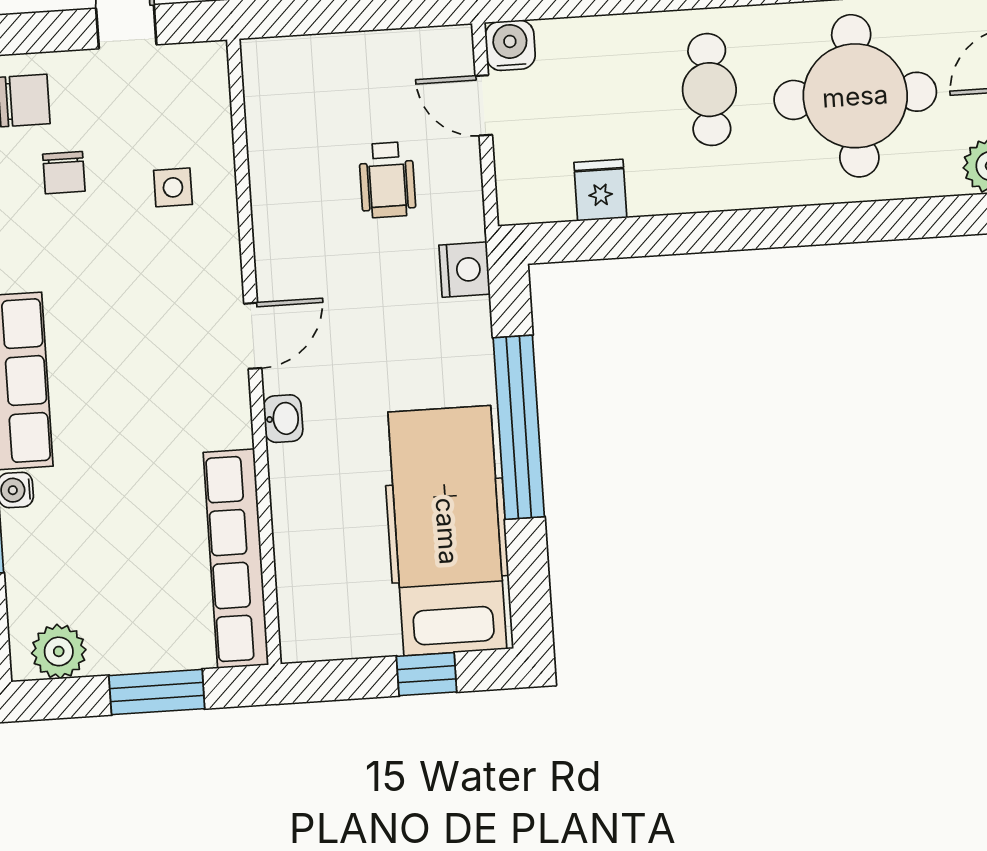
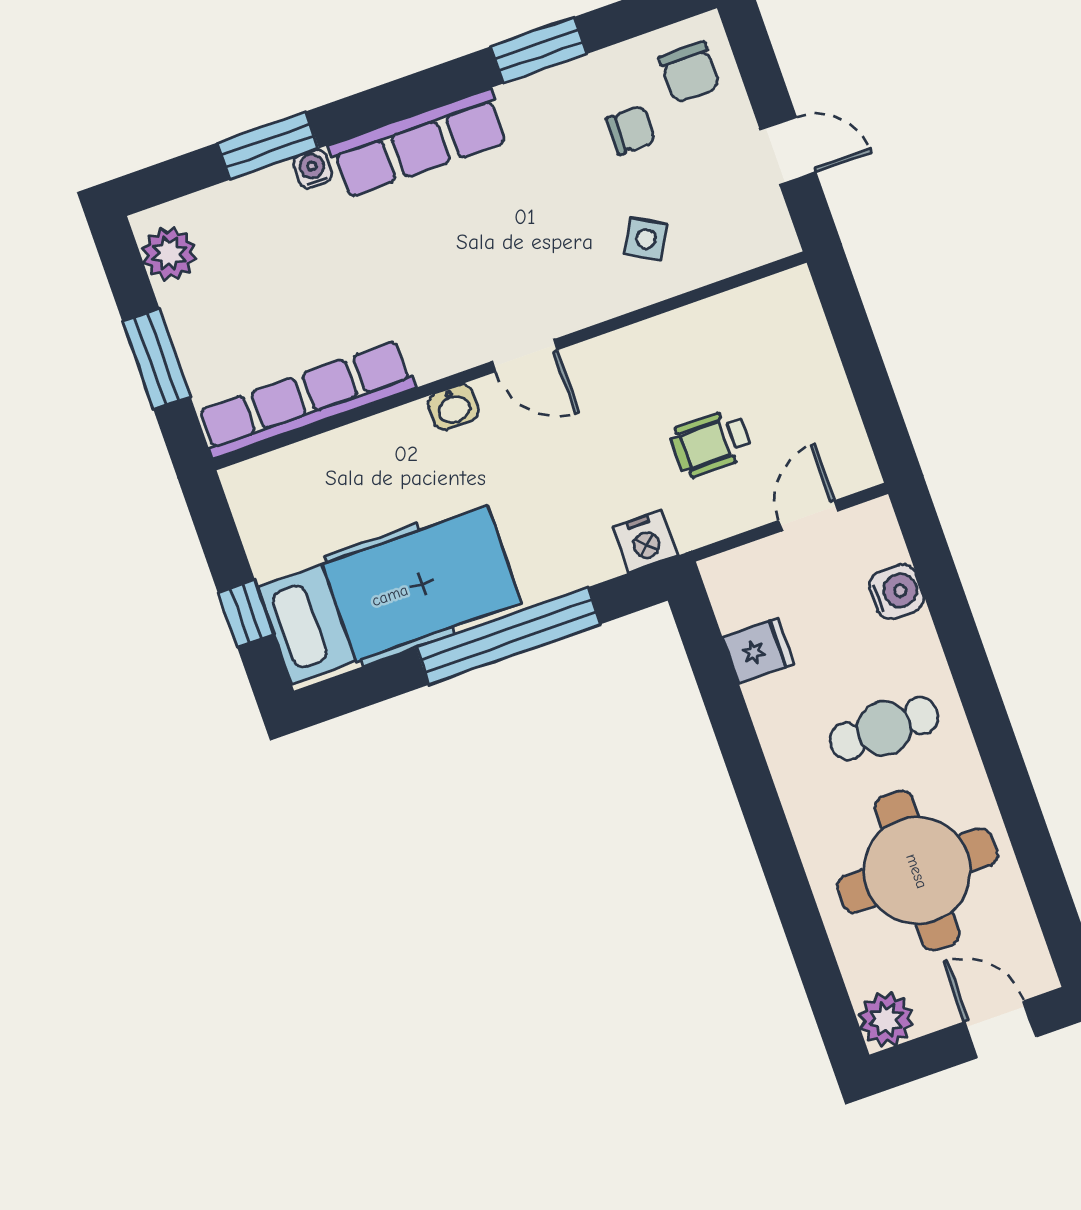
water cooler: (510, 45) -> (897, 592), moved
chair: (64, 173) -> (631, 130), turned 180
side table: (173, 187) -> (646, 239), turned 30

